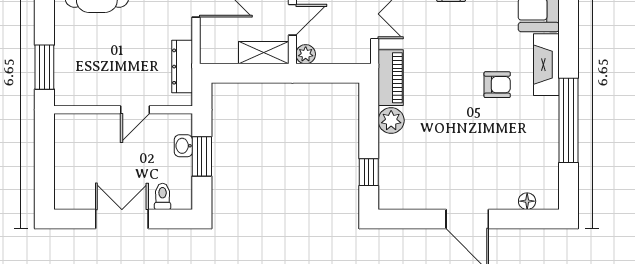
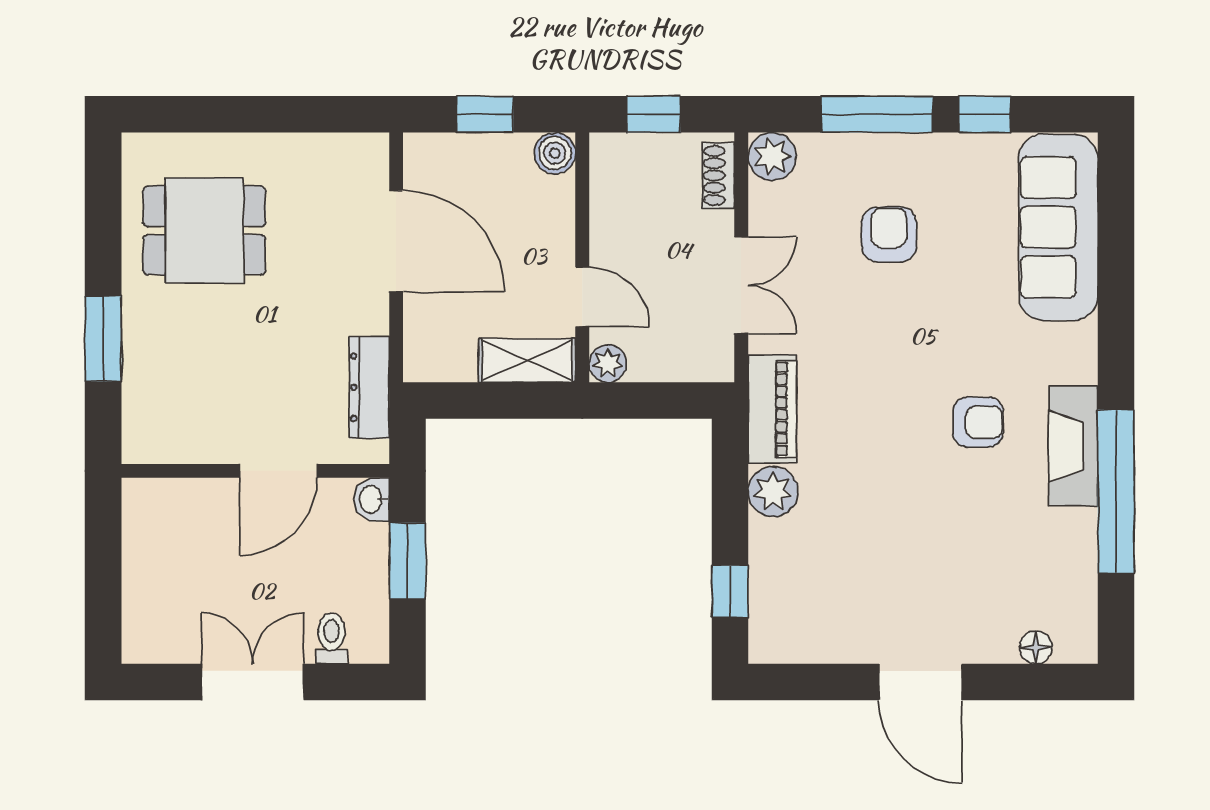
door: (292, 20) -> (582, 297), hinge flipped
fireplace: (546, 65) -> (1073, 446), moved
window: (44, 67) -> (103, 339), moved
door: (135, 110) -> (278, 471), width x1.38
washbasin: (183, 146) -> (372, 499), moved

